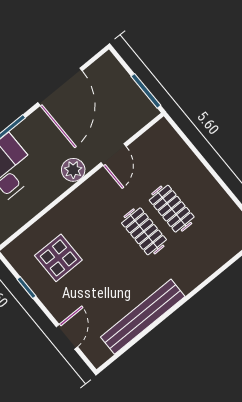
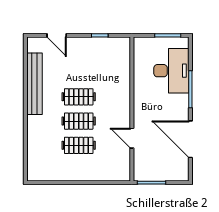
plant: (73, 170) -> (141, 110), removed
clothes rail: (116, 254) -> (79, 97), added
display table: (58, 258) -> (102, 65), removed

